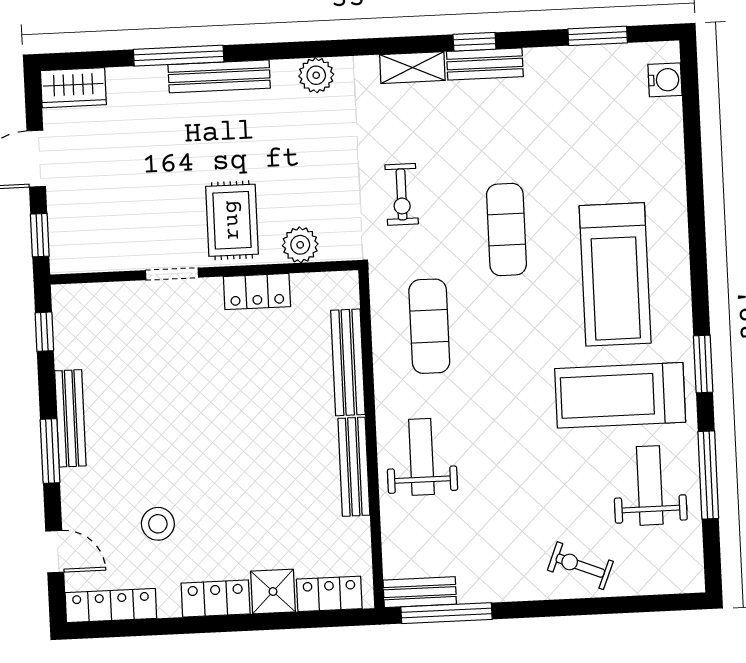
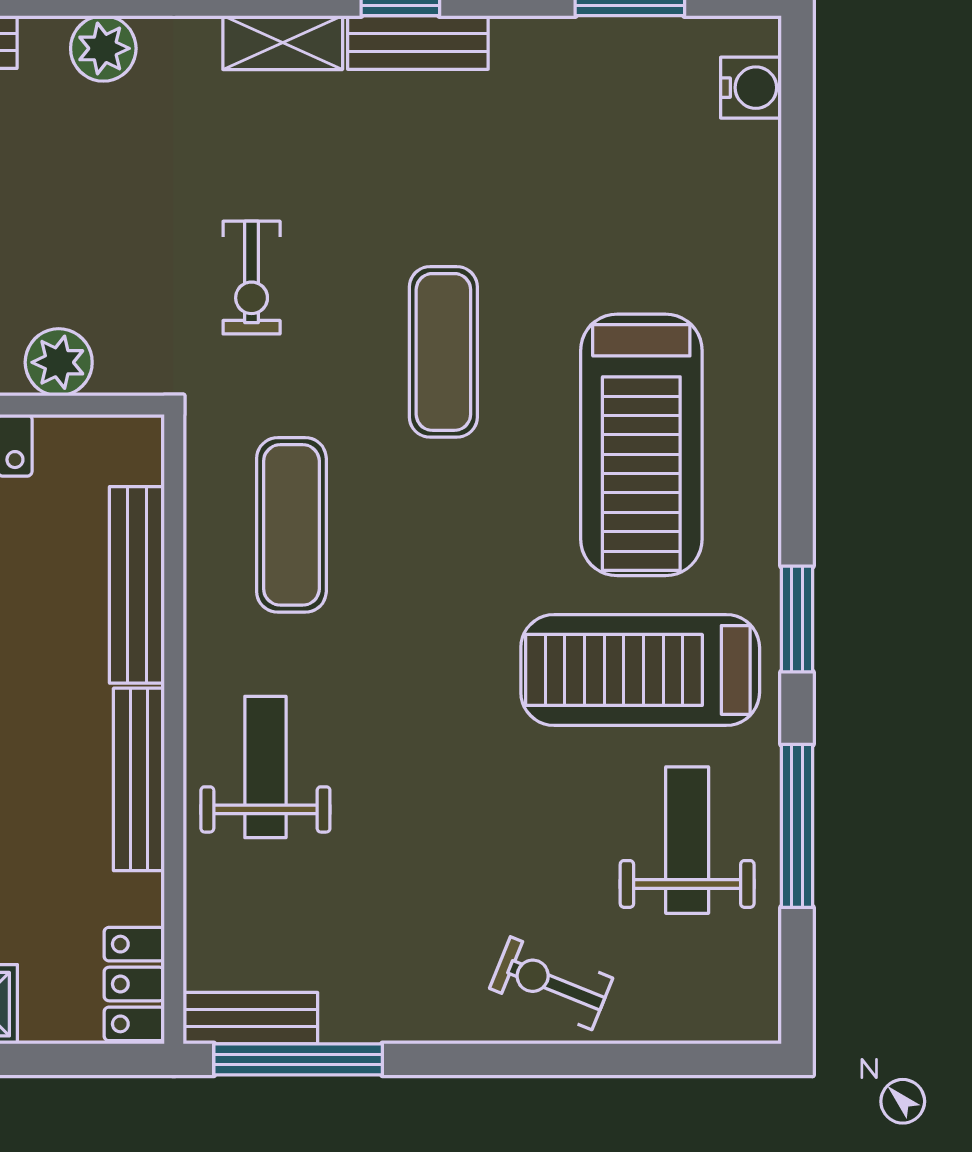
locker: (329, 594) -> (134, 984), moved, turned -90

